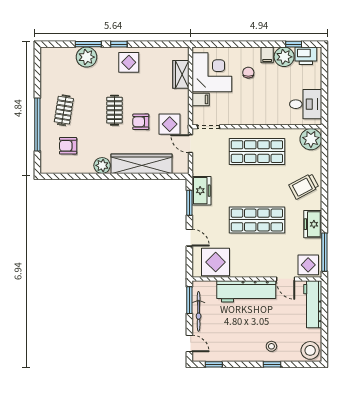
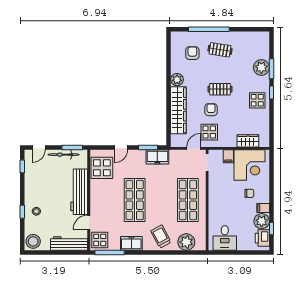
plant: (311, 139) -> (186, 242), moved

